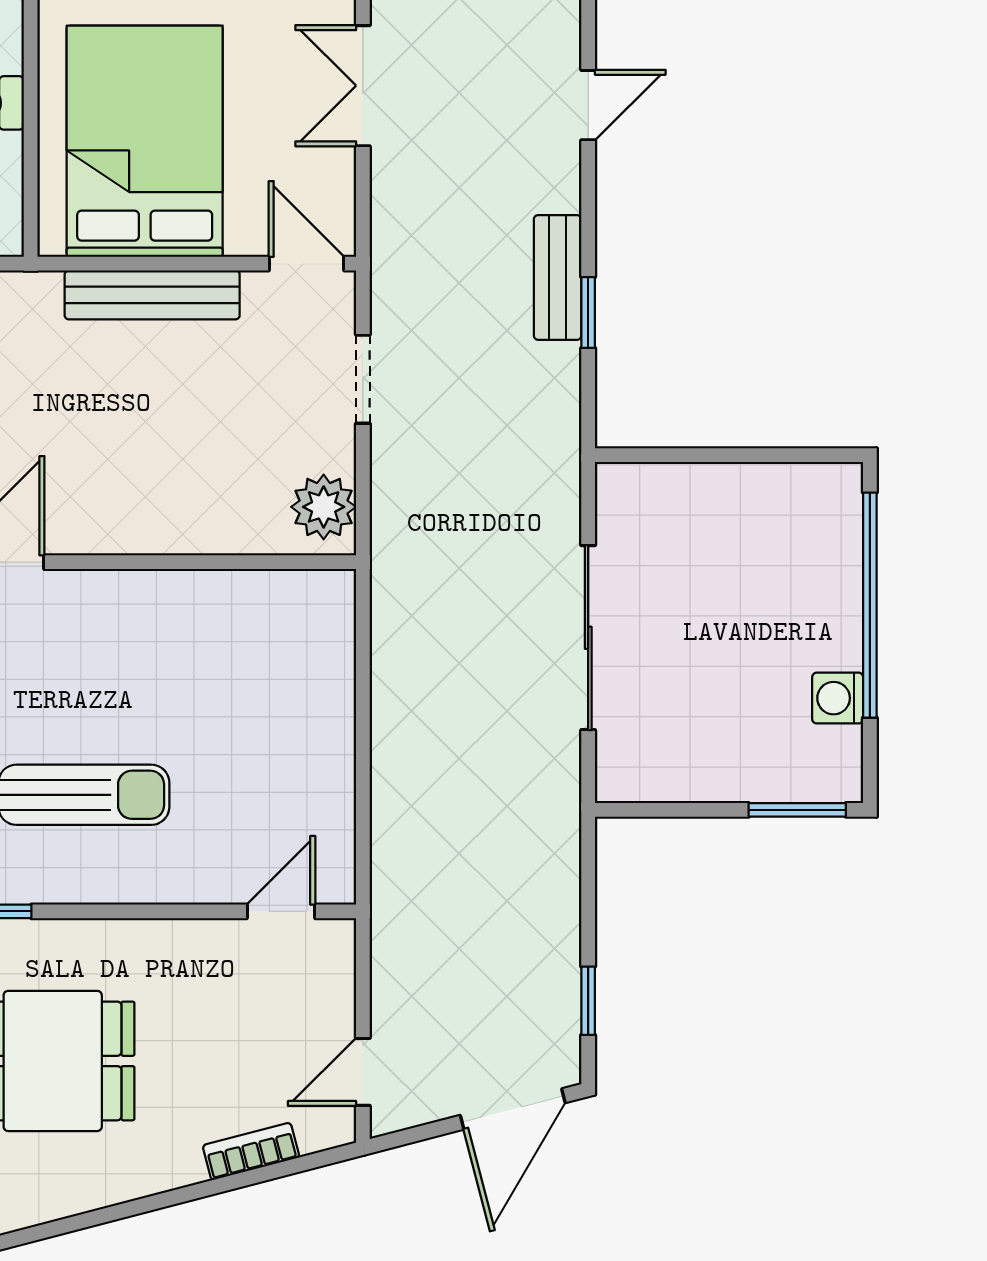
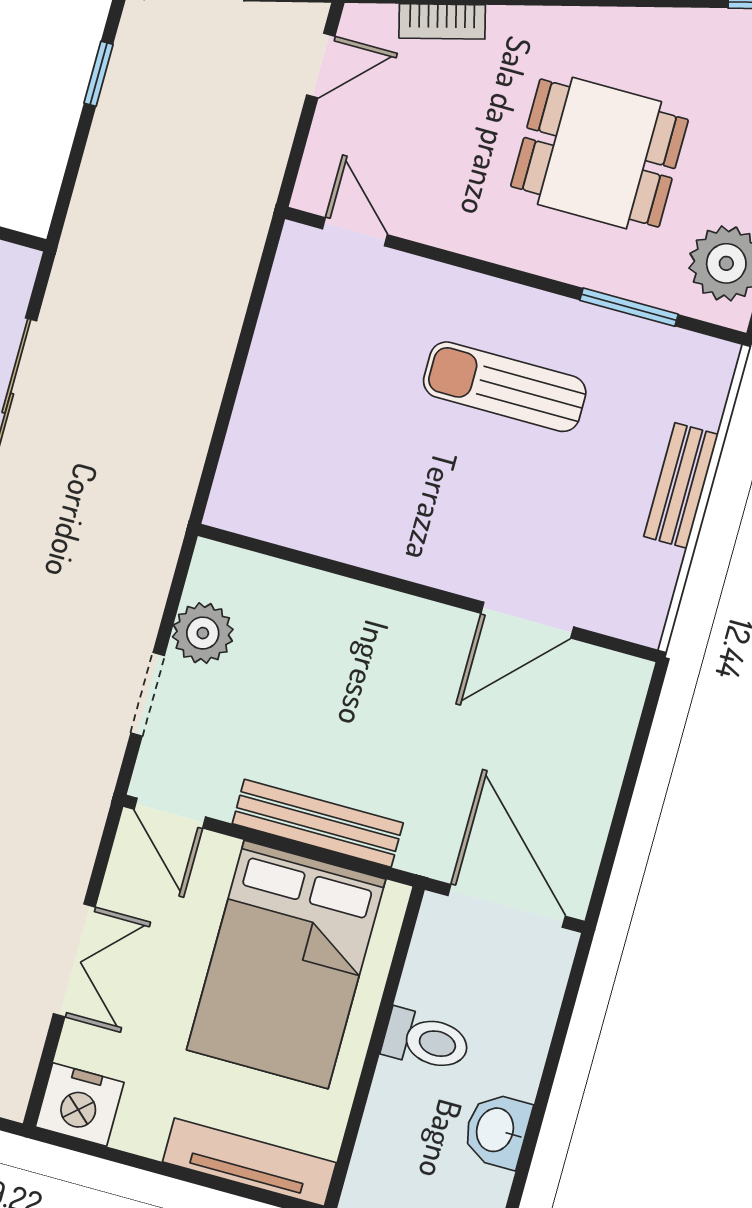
plant: (324, 507) -> (203, 633), moved
door: (281, 911) -> (355, 232), swing flipped

